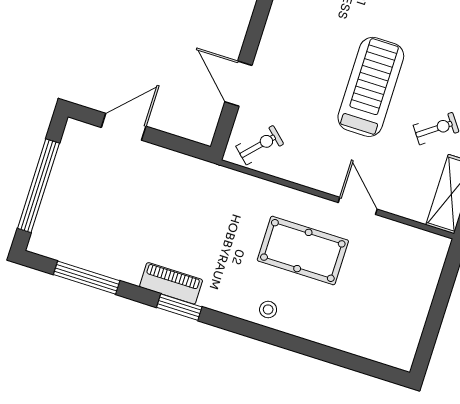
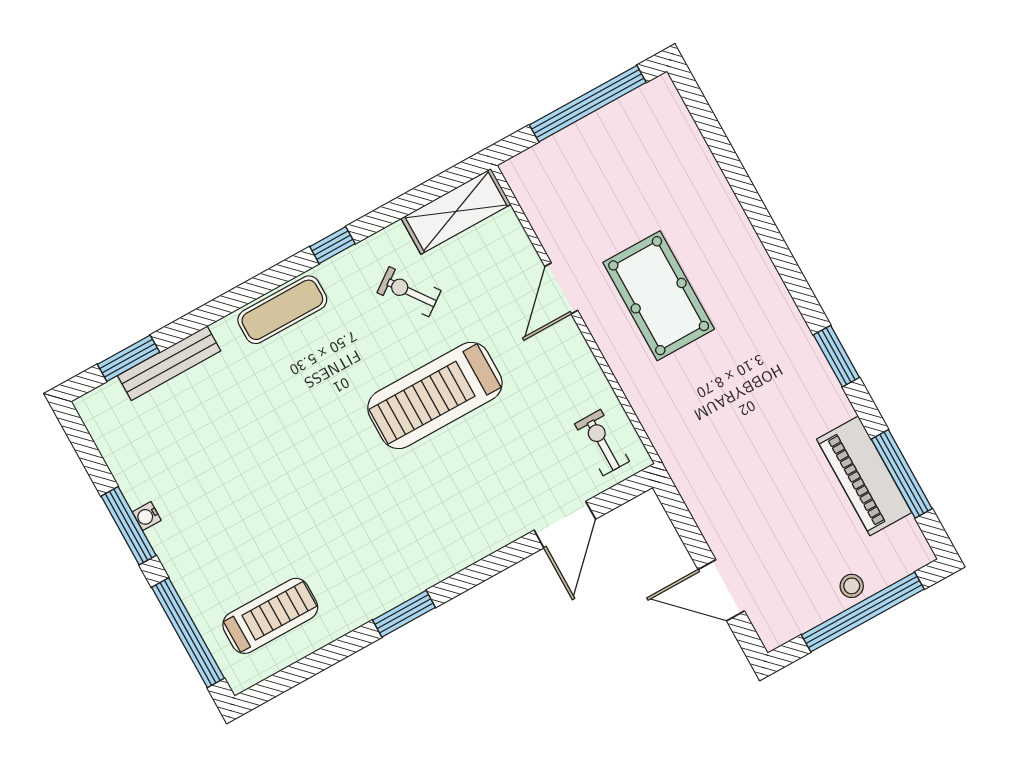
exercise bike: (260, 145) -> (602, 443), turned 47
piano: (171, 283) -> (864, 476), moved, width x1.37, depth x1.33
stool: (268, 310) -> (852, 586), moved
window: (436, 316) -> (588, 104), added

